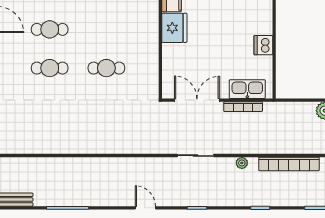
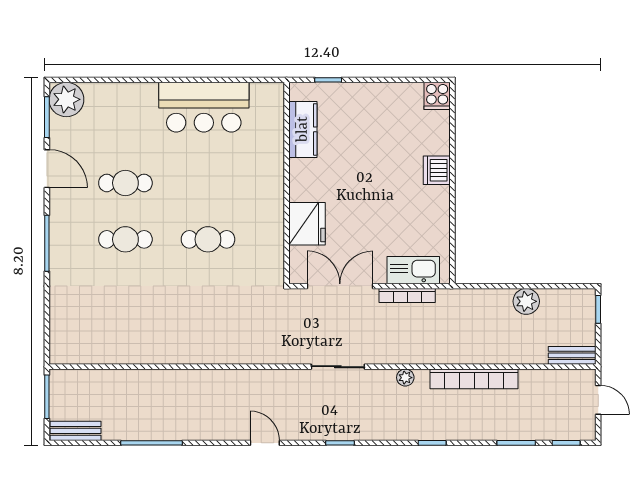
fridge: (174, 28) -> (307, 224), moved
dishwasher: (263, 45) -> (437, 170), moved

